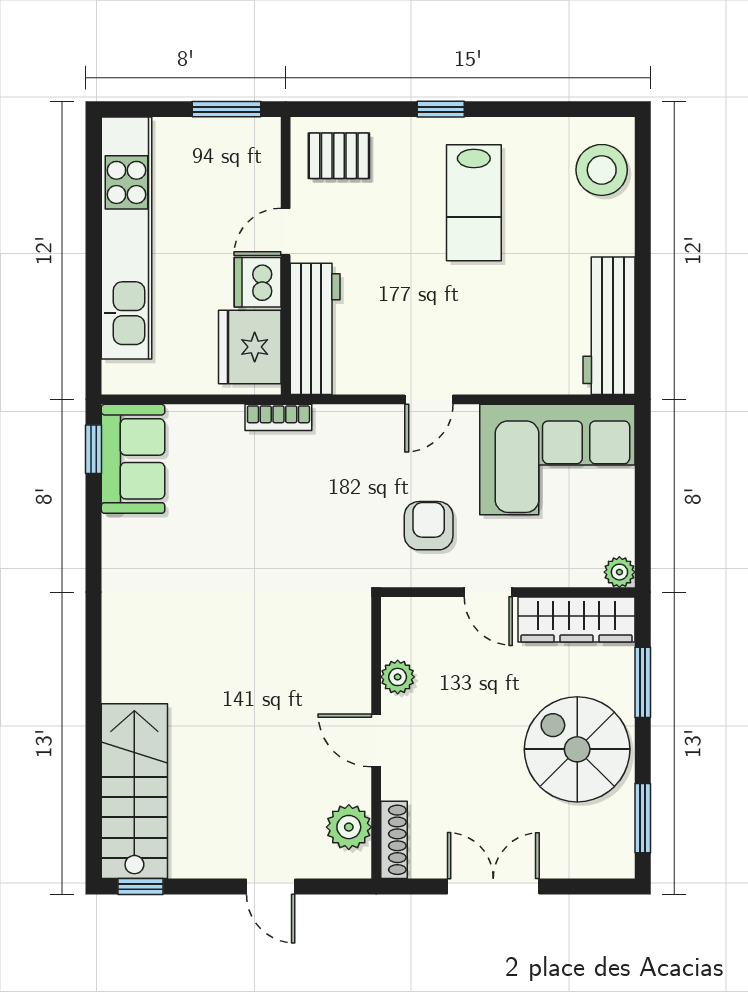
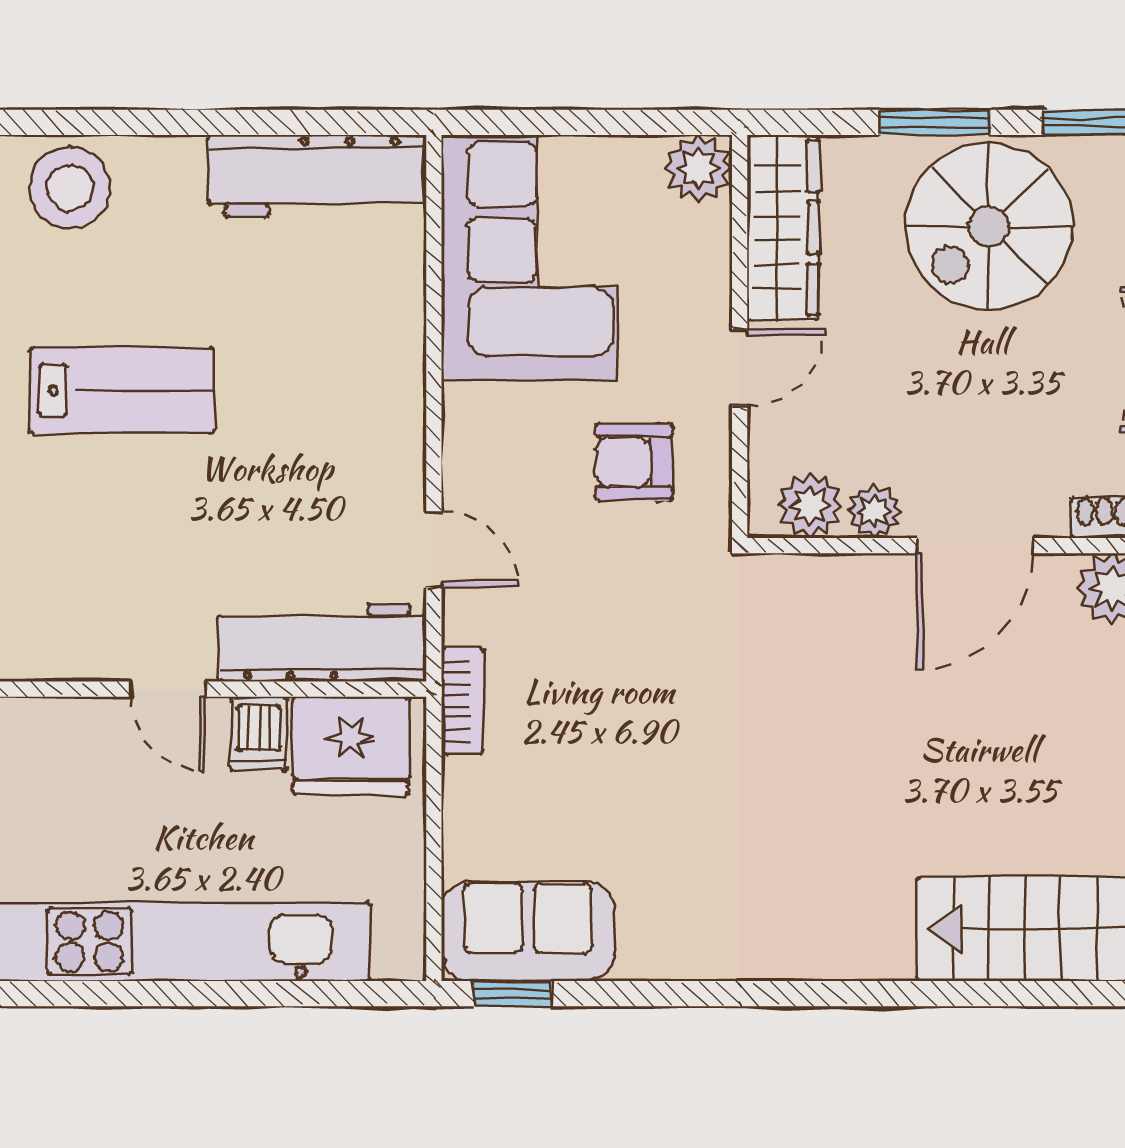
pallet: (339, 156) -> (47, 604), removed
dishwasher: (258, 282) -> (259, 733), width x0.73
door: (429, 399) -> (434, 549), moved
plant: (619, 572) -> (699, 168), width x1.38, depth x1.38
plant: (401, 637) -> (810, 506), added
window: (643, 682) -> (935, 122), moved
door: (376, 740) -> (975, 546), width x1.38

